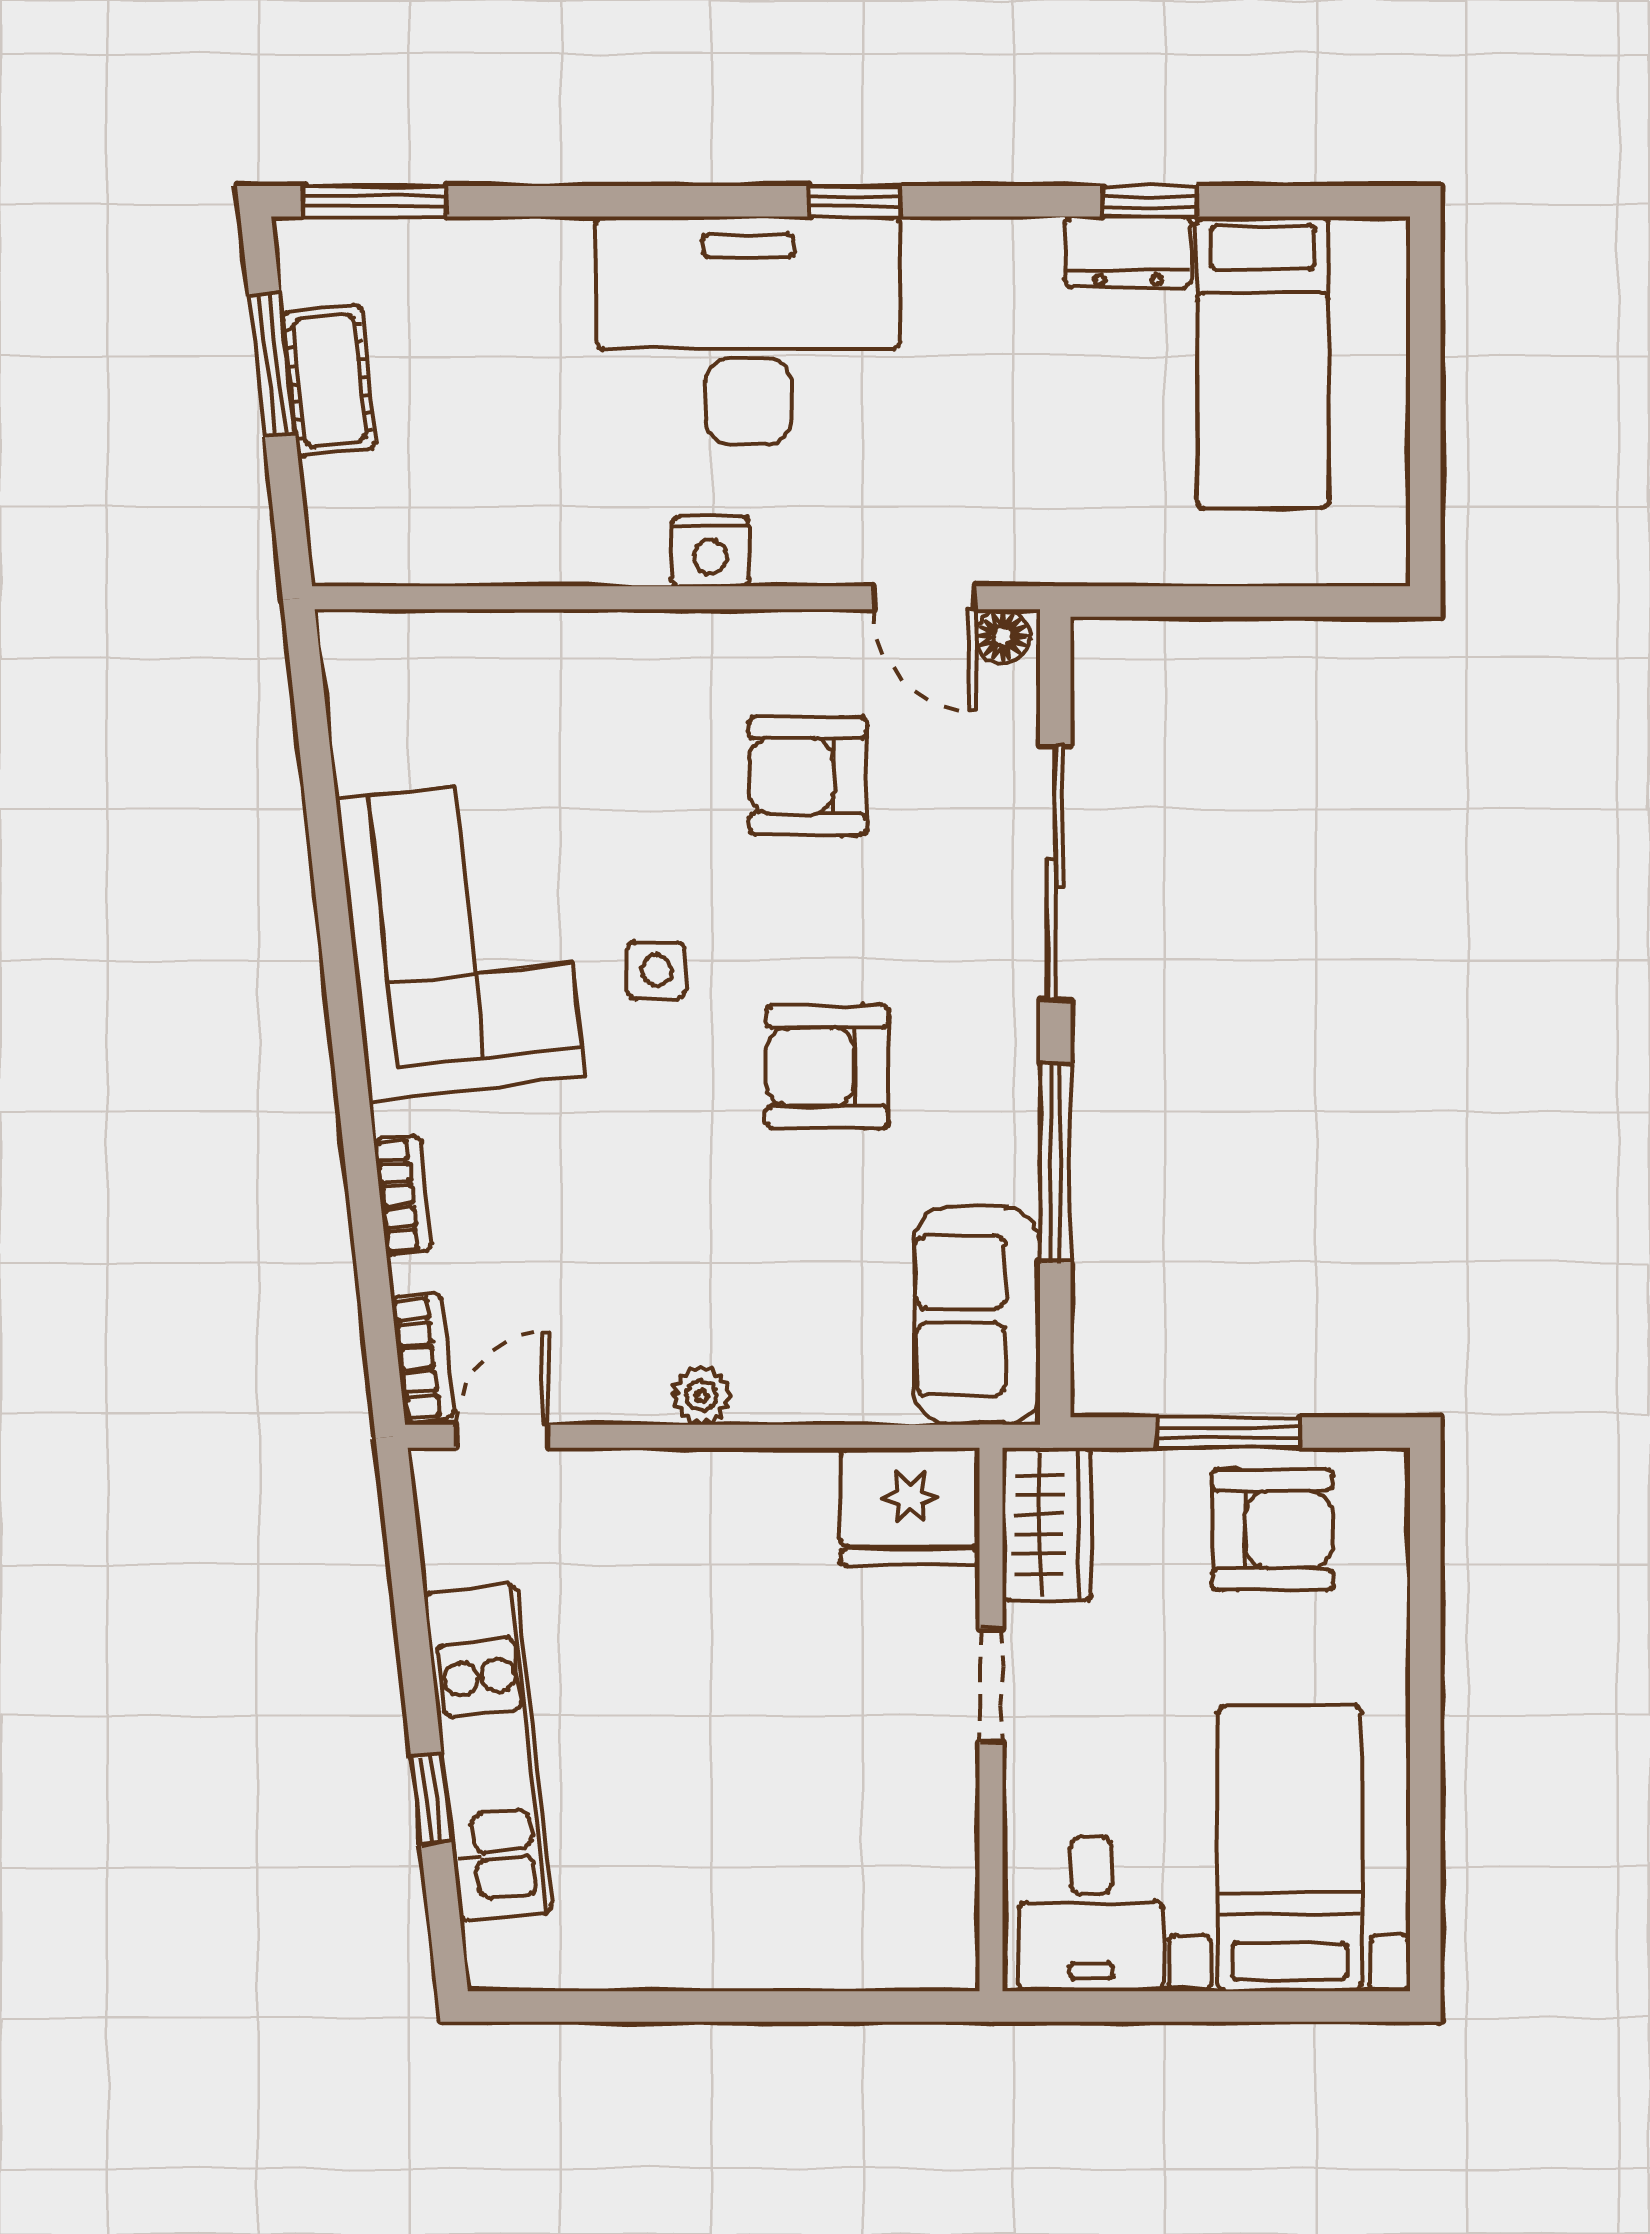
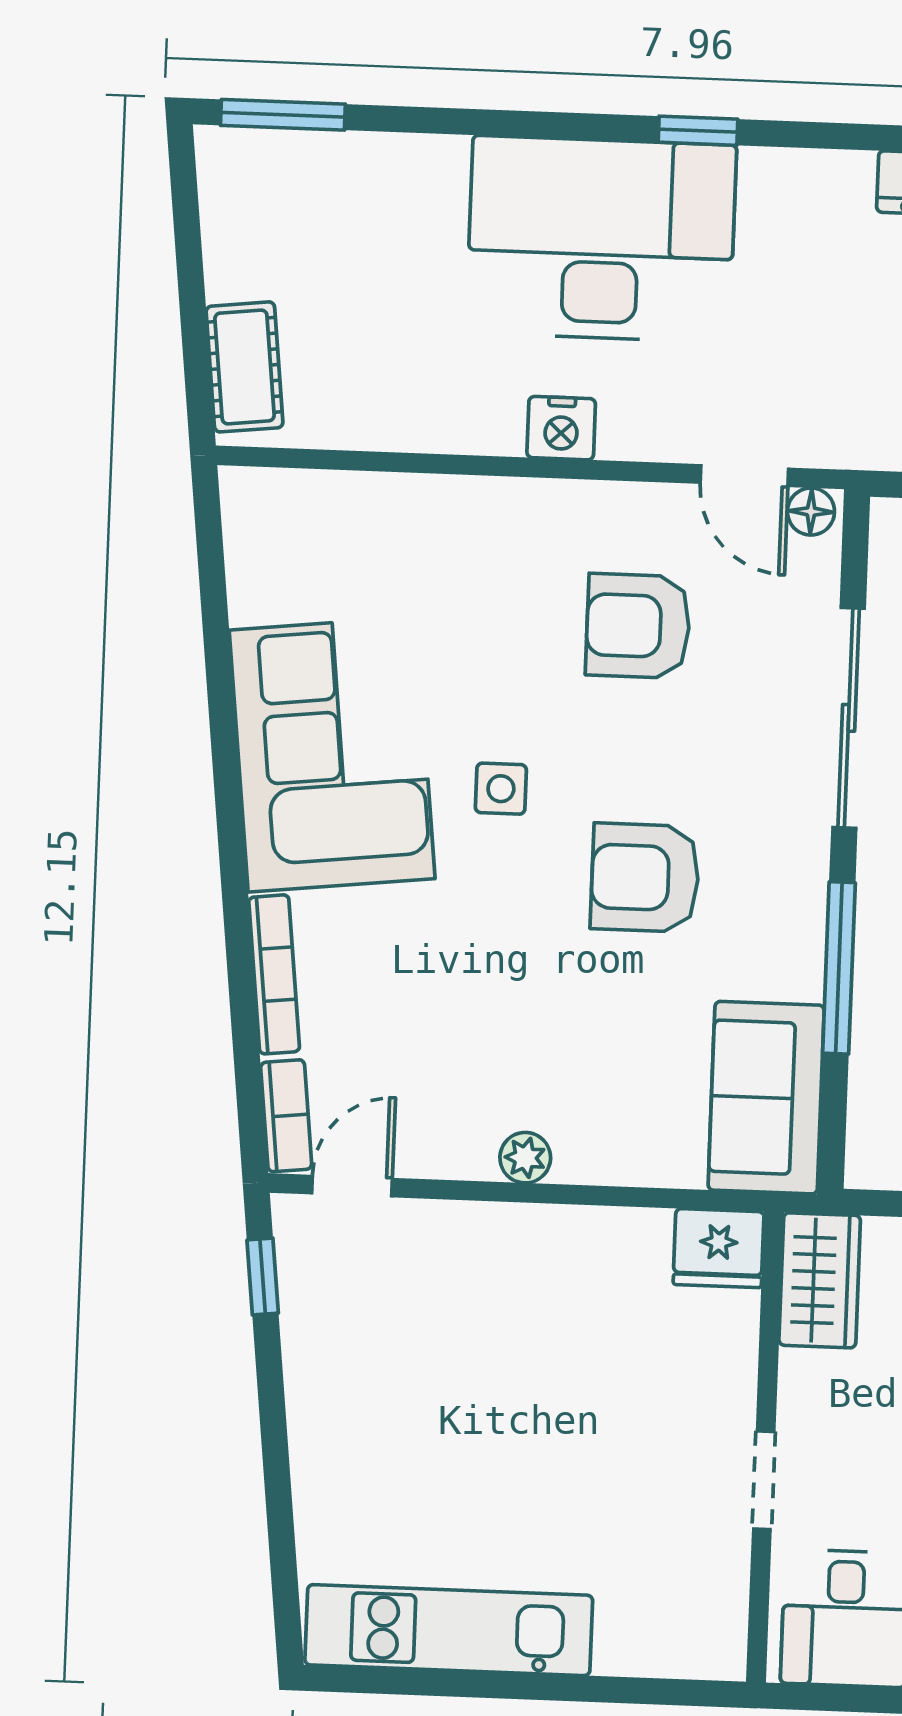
window: (272, 364) -> (189, 252), removed
cot: (329, 380) -> (245, 367), moved
bookcase: (403, 1195) -> (274, 974), width x1.56
fridge: (910, 1506) -> (719, 1248), width x0.73, depth x0.75
doorway: (991, 1685) -> (764, 1480), moved
kitchen unit: (488, 1753) -> (449, 1630), moved, turned -84
window: (431, 1799) -> (263, 1277), moved

